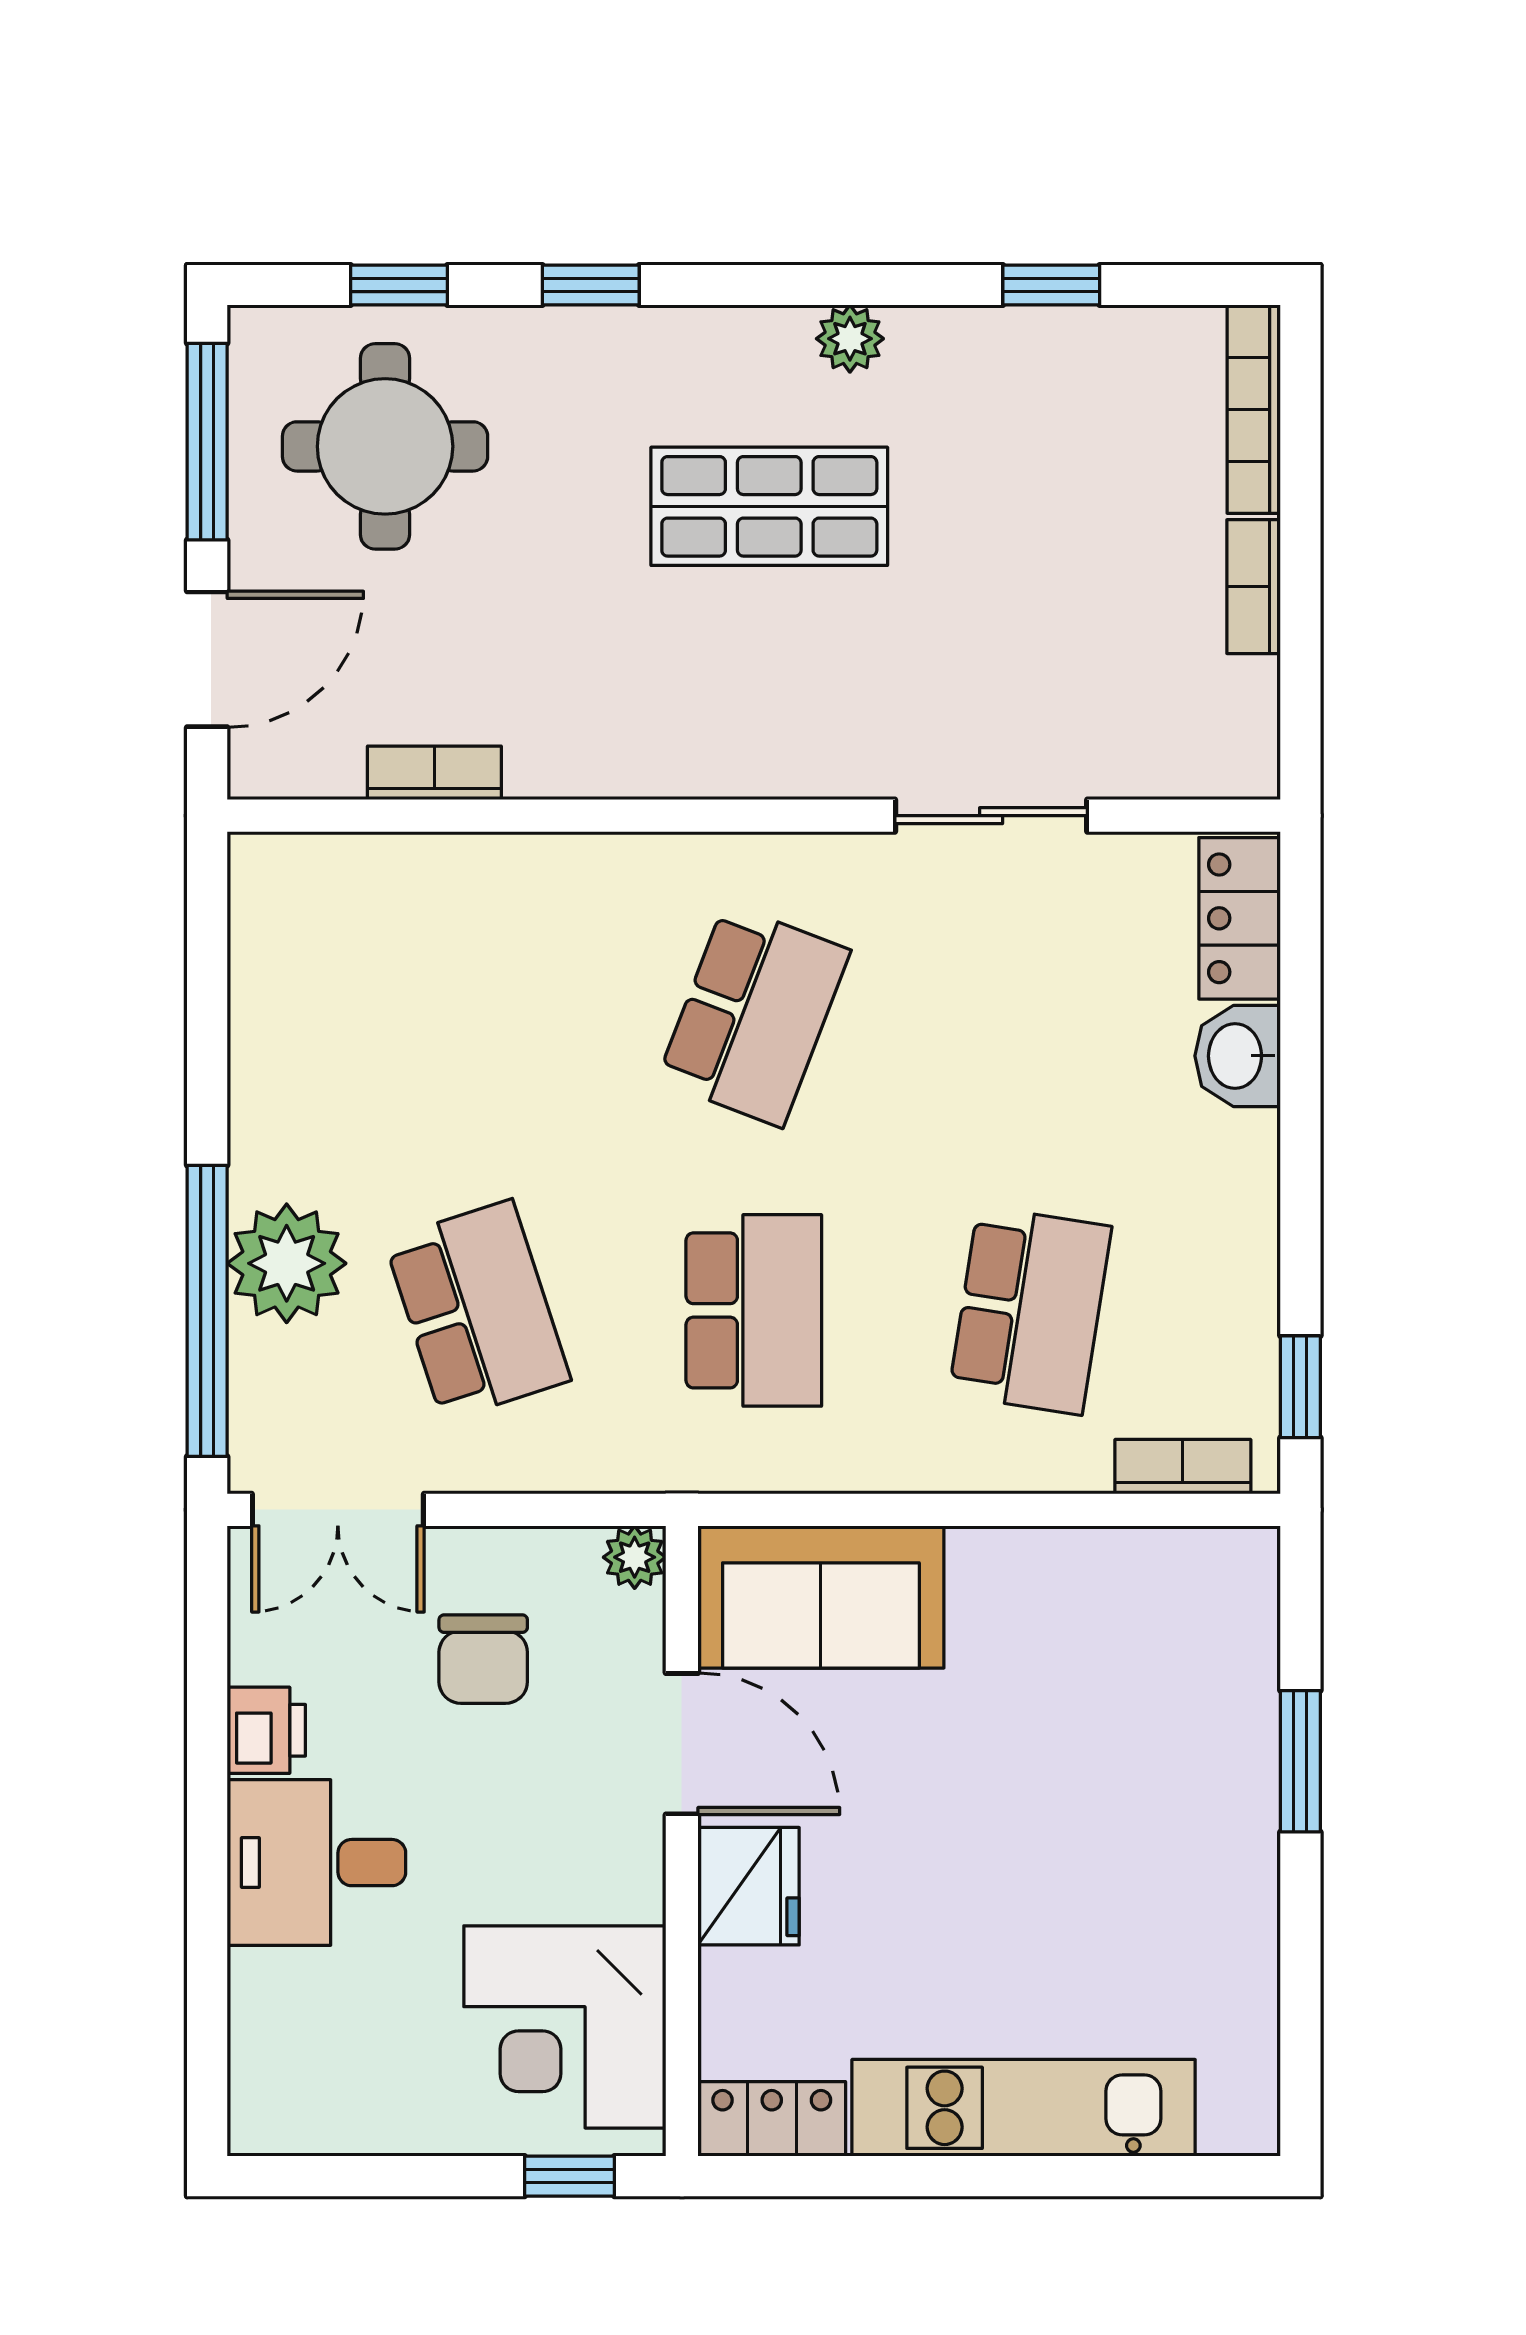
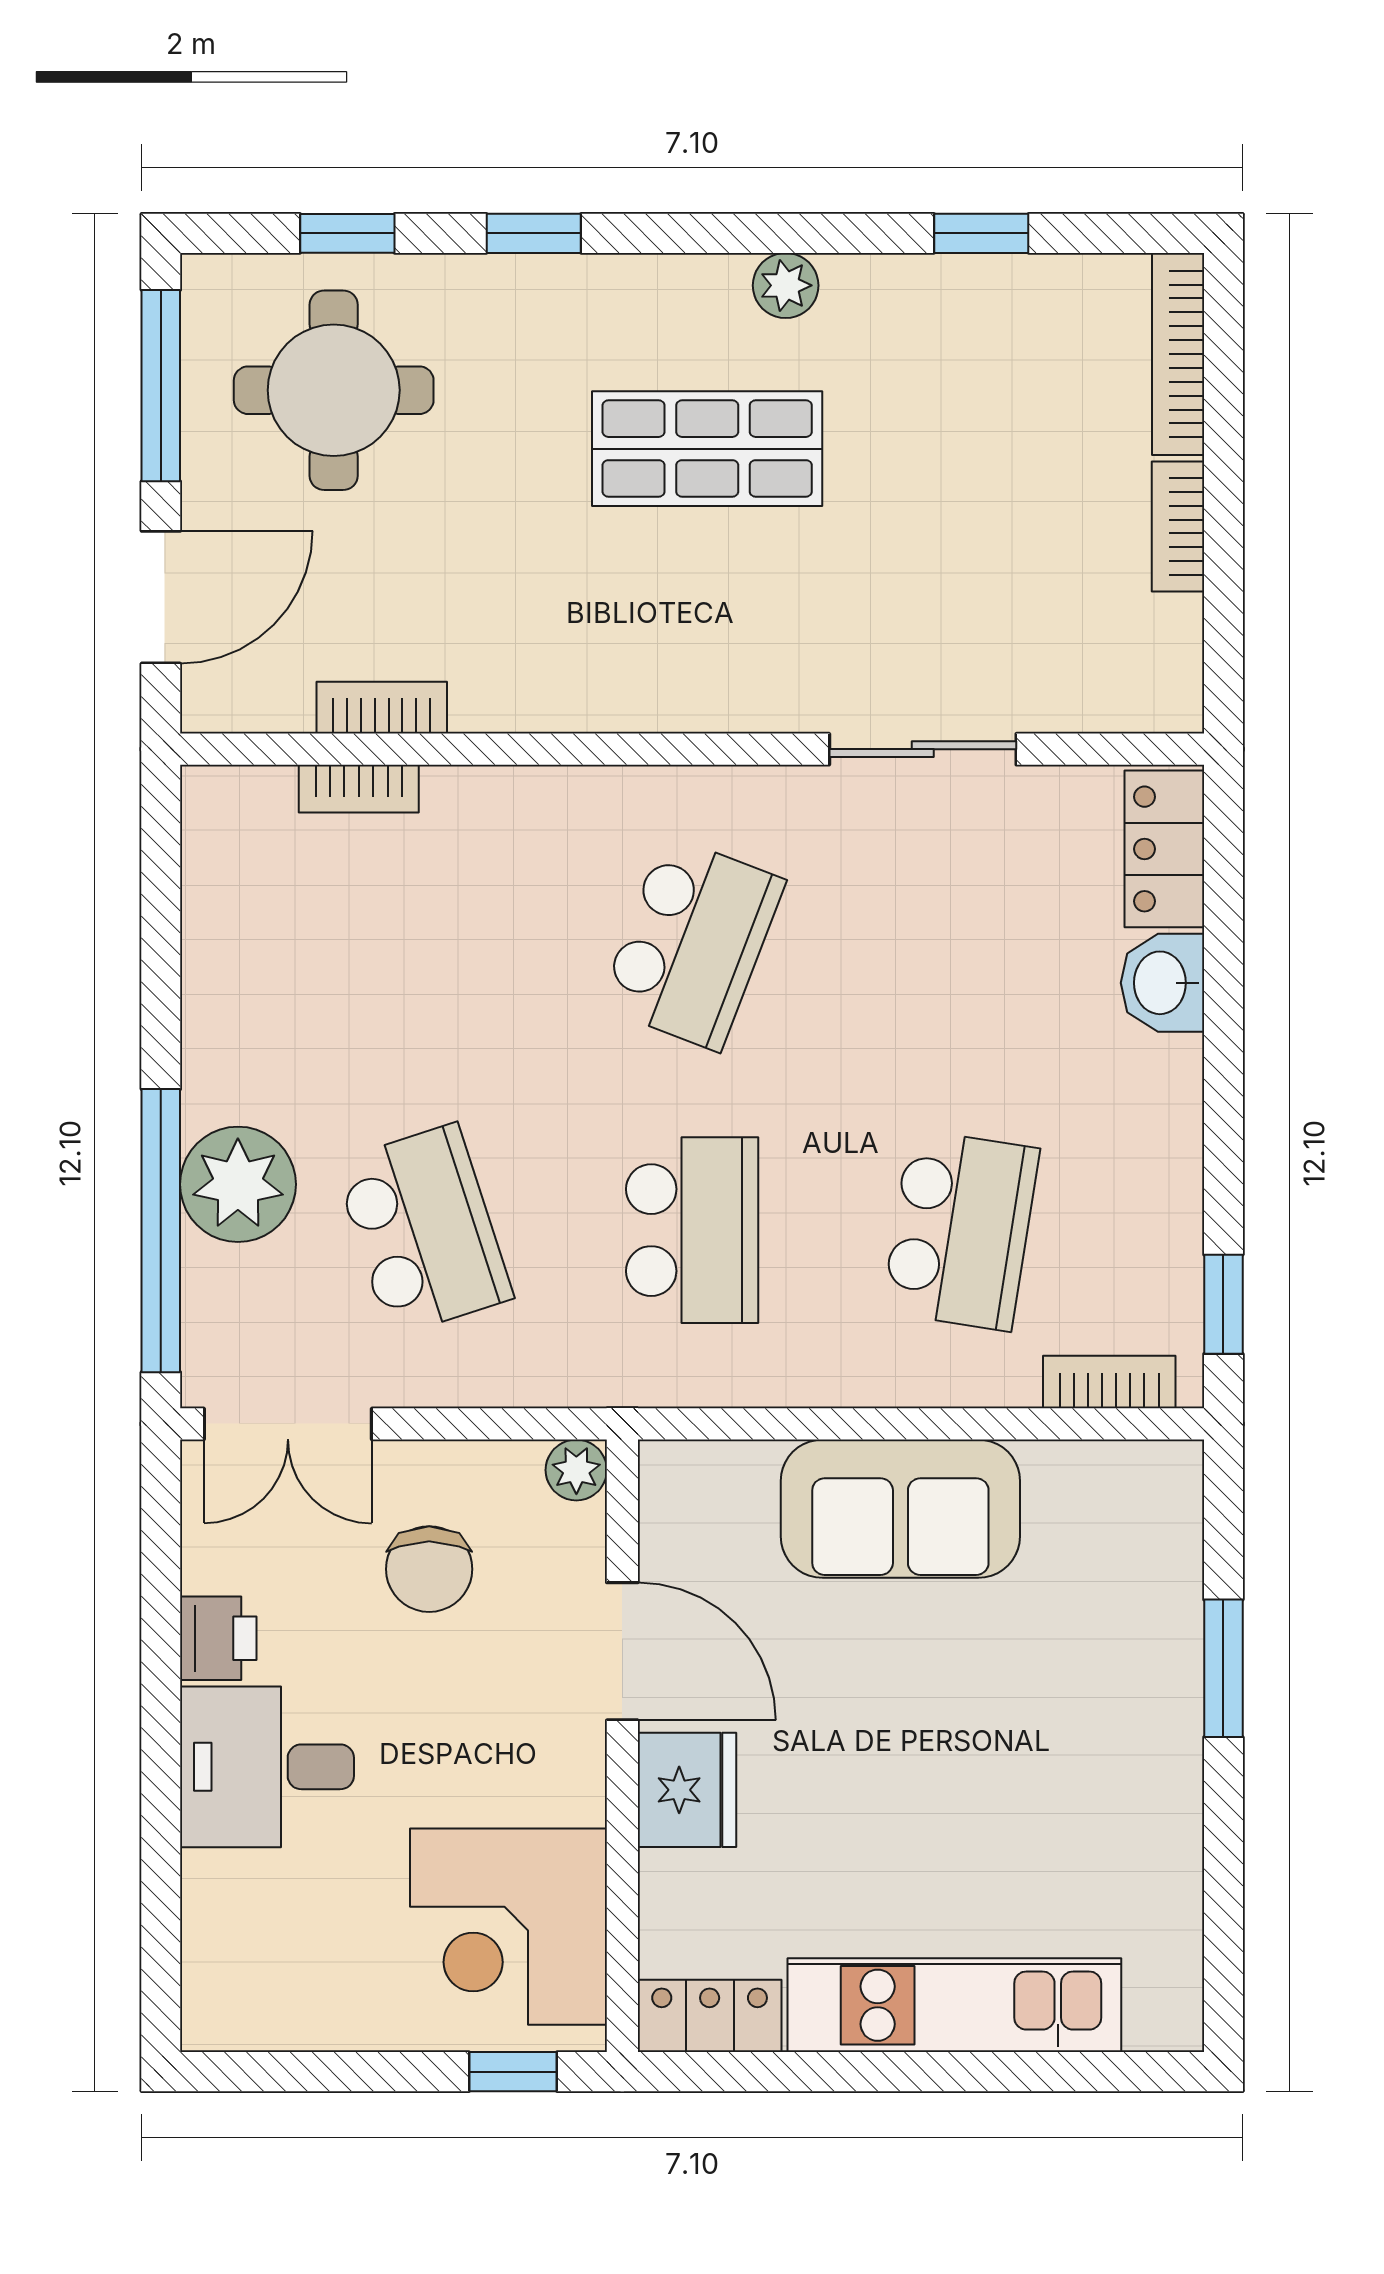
bookcase: (411, 856) -> (359, 789), added
sofa: (821, 1597) -> (900, 1509), moved

